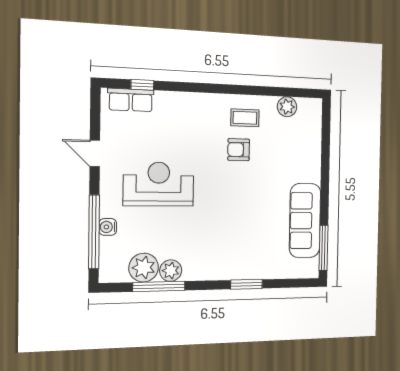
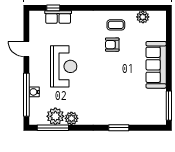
row of seats: (131, 100) -> (58, 17), moved
reception desk: (159, 184) -> (64, 66), turned 90
sofa: (305, 221) -> (156, 65), moved
window: (159, 286) -> (53, 128), moved

